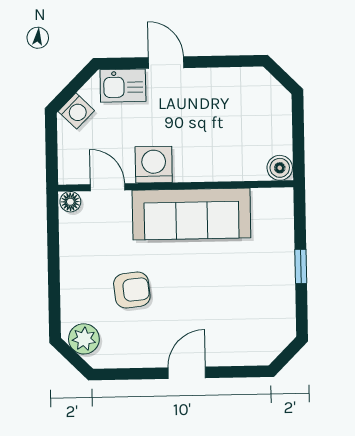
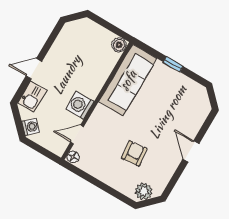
sofa: (191, 214) -> (128, 80), moved

